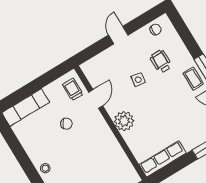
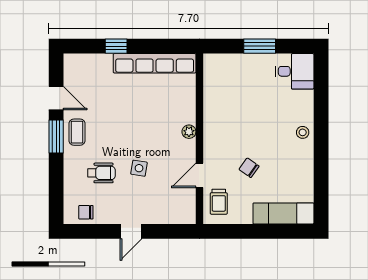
wheelchair: (161, 61) -> (101, 173), turned -90
plant: (124, 121) -> (189, 132), width x0.53, depth x0.53
row of seats: (163, 159) -> (155, 63), width x1.36

